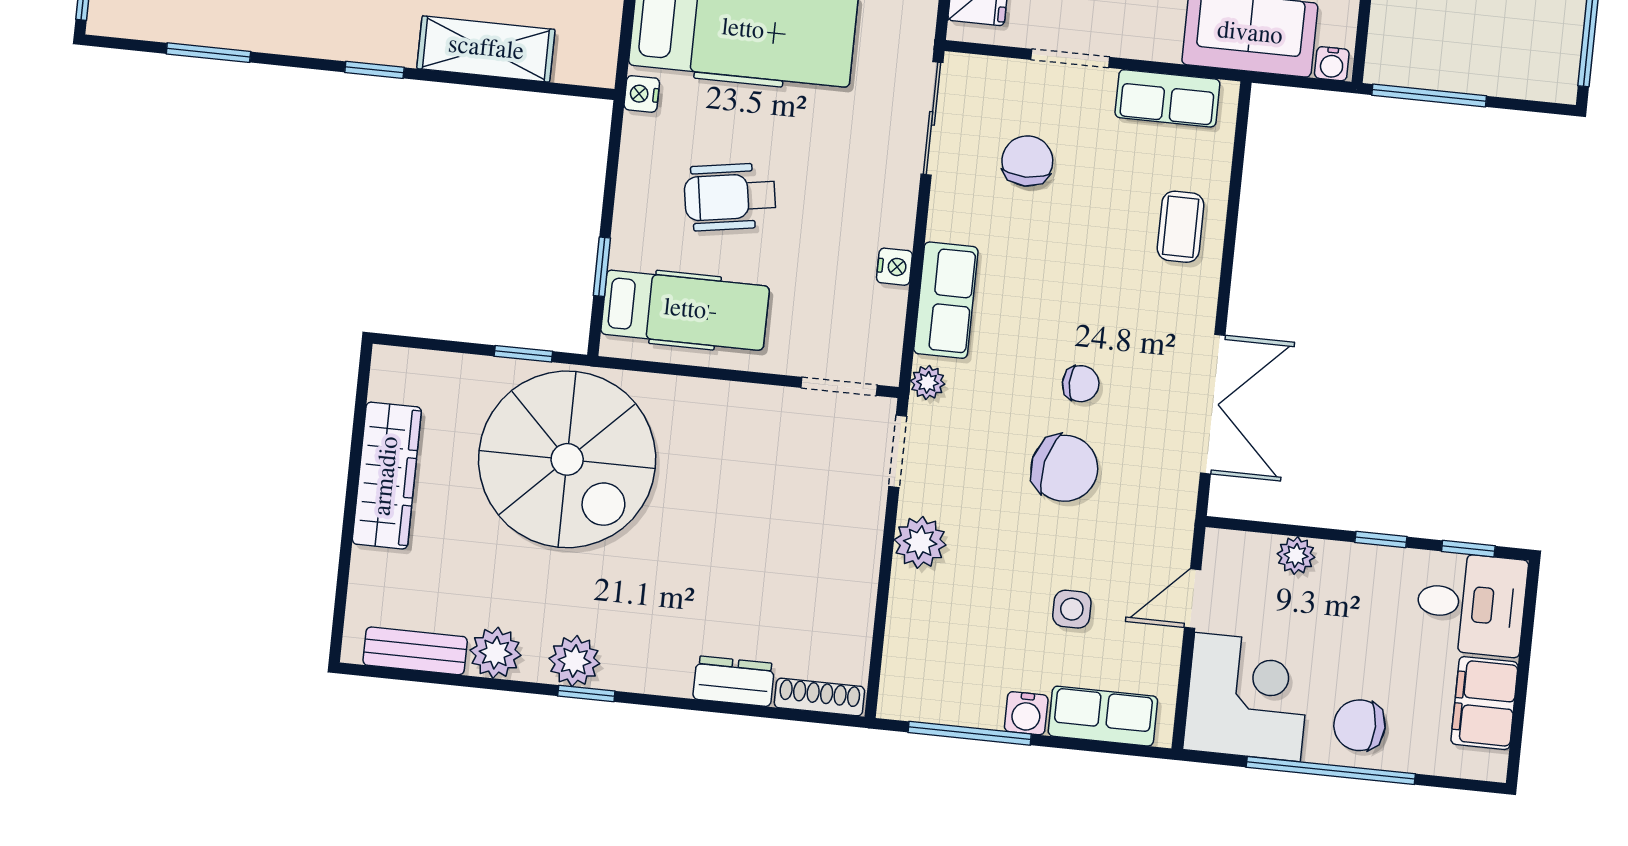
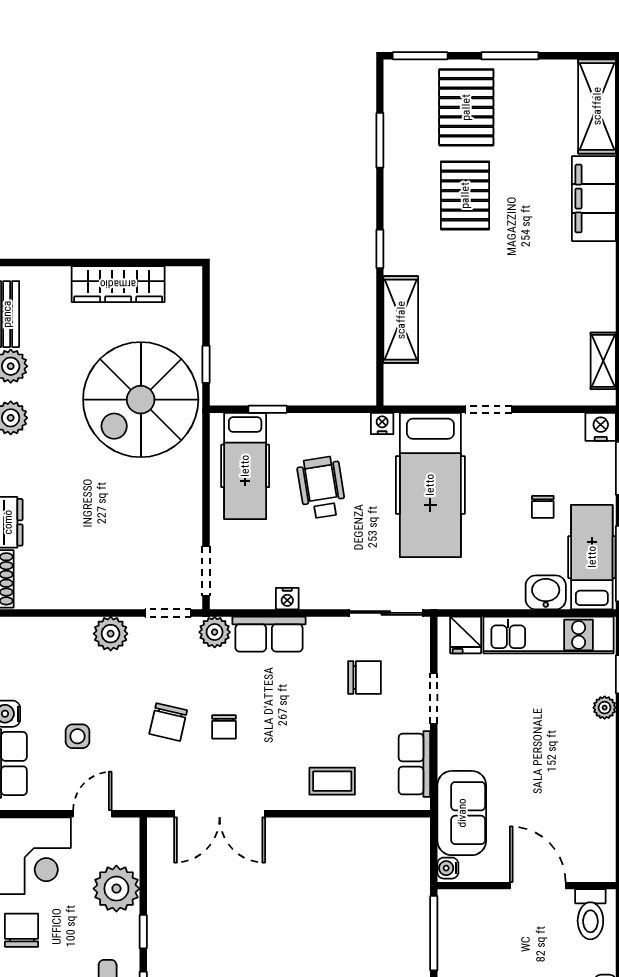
plant: (928, 382) -> (215, 632), width x1.38, depth x1.38
chair: (1064, 468) -> (168, 722), width x0.73, depth x0.73
plant: (1296, 555) -> (116, 889), width x1.87, depth x1.87
door: (1193, 599) -> (92, 814), hinge flipped

